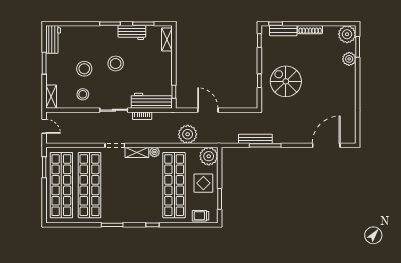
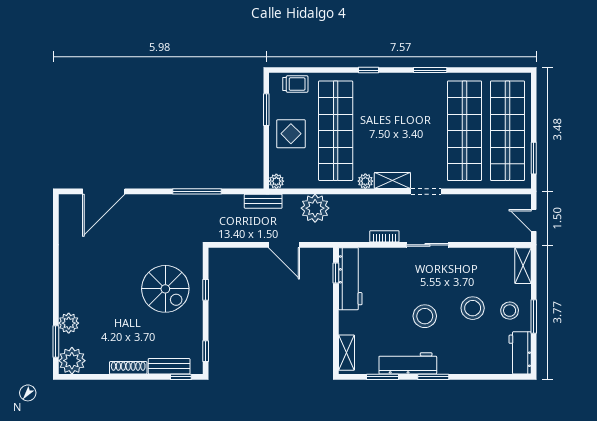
workbench: (132, 33) -> (408, 363), width x1.38
stool: (83, 94) -> (510, 311), moved
workbench: (152, 101) -> (350, 279), moved, turned -90
bench: (255, 139) -> (263, 201), moved, width x0.73
plant: (209, 156) -> (276, 181), width x0.53, depth x0.53

